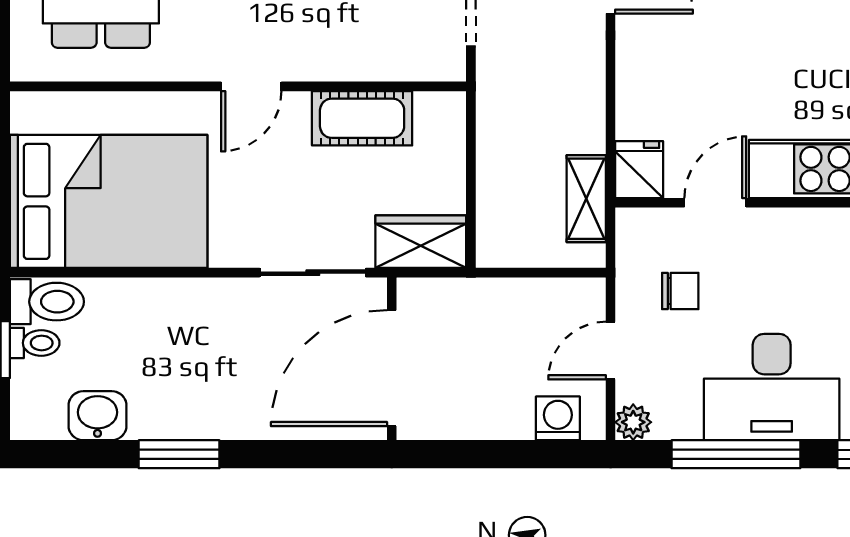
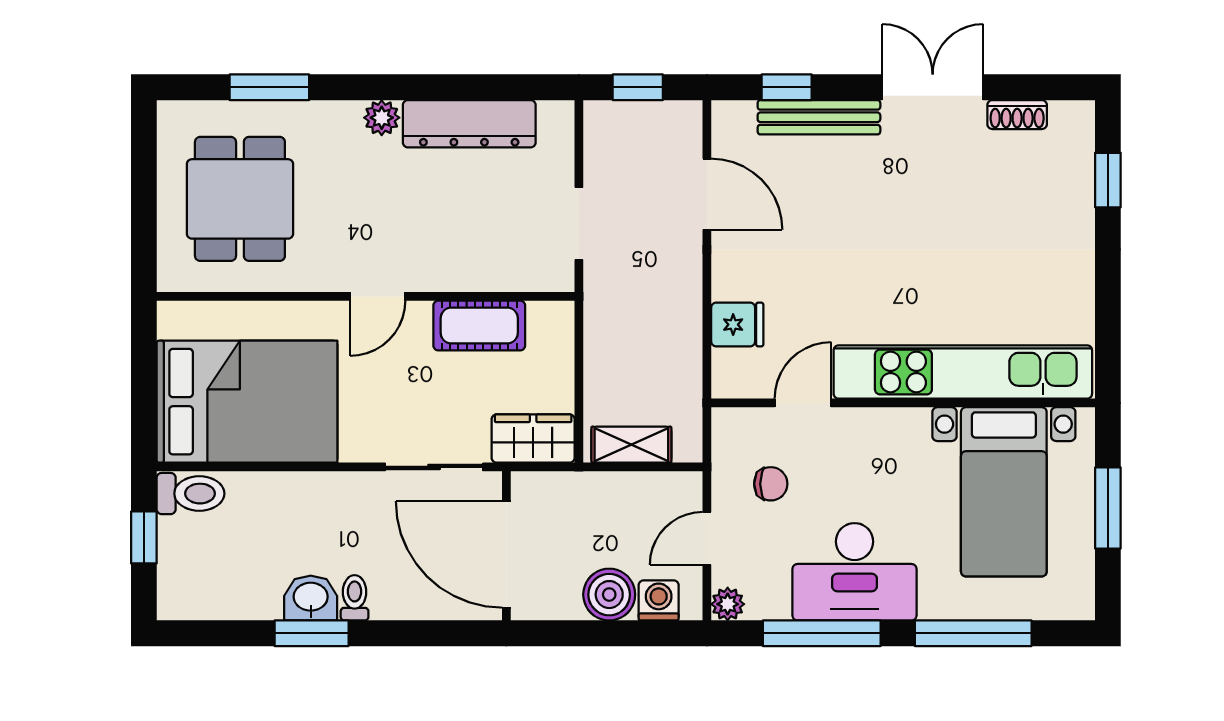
fridge: (639, 170) -> (737, 325), moved, turned 90
shelving: (586, 199) -> (631, 445), moved, turned 90
toilet: (35, 343) -> (355, 598), moved, turned -90
door: (392, 368) -> (506, 554), hinge flipped
boiler: (504, 412) -> (609, 595), added
washbasin: (97, 416) -> (311, 598), moved

